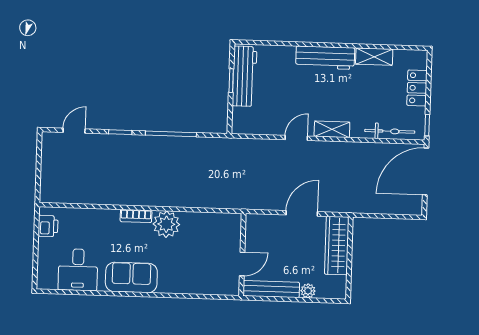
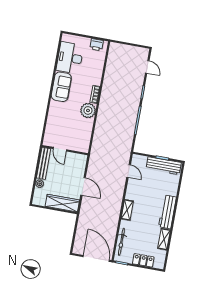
door: (296, 138) -> (129, 171), moved
desk: (78, 270) -> (70, 58), width x1.37

